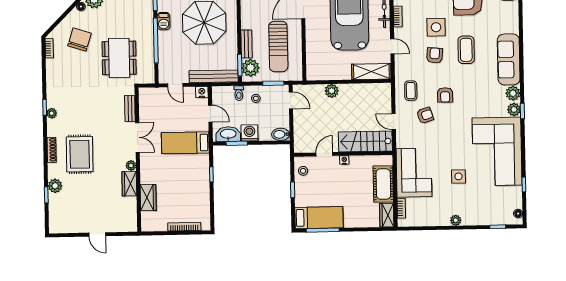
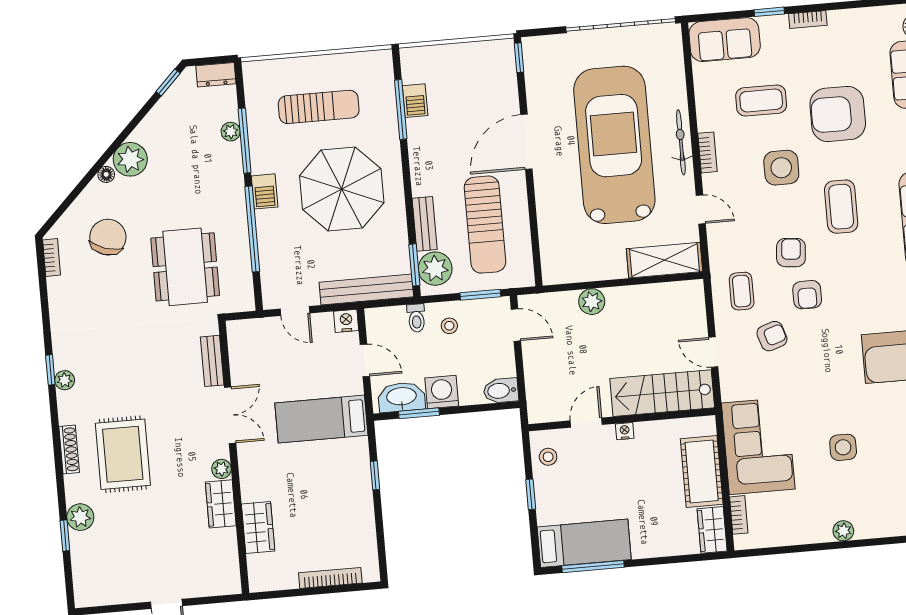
armchair: (435, 55) -> (791, 253), moved

